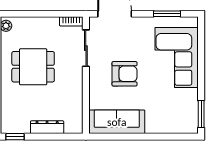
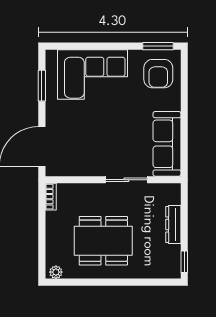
sliding door: (86, 48) -> (126, 180), moved
dining table: (33, 67) -> (103, 241), width x1.38
armchair: (125, 74) -> (158, 74), moved, turned 180

